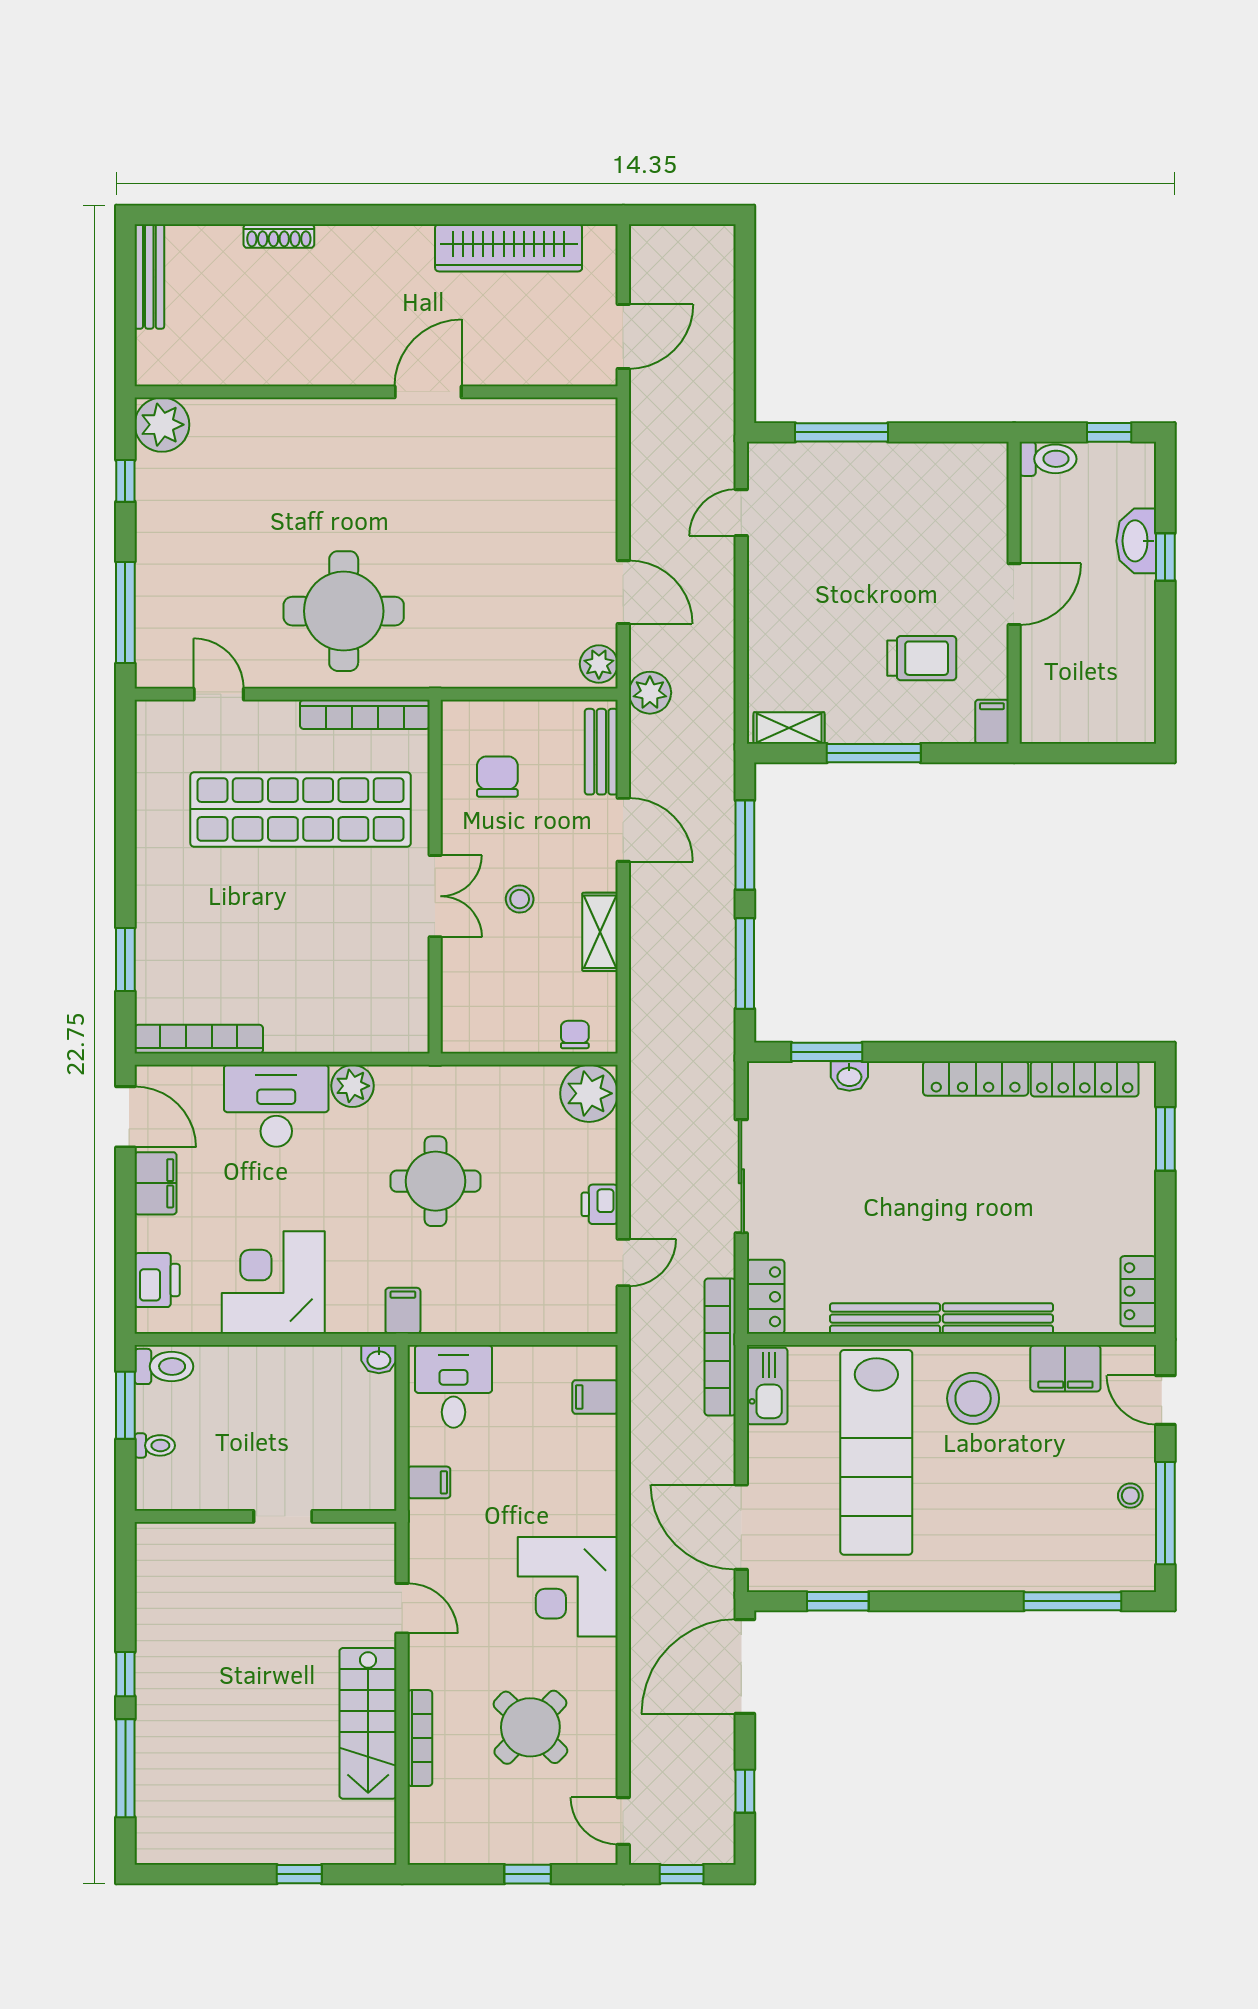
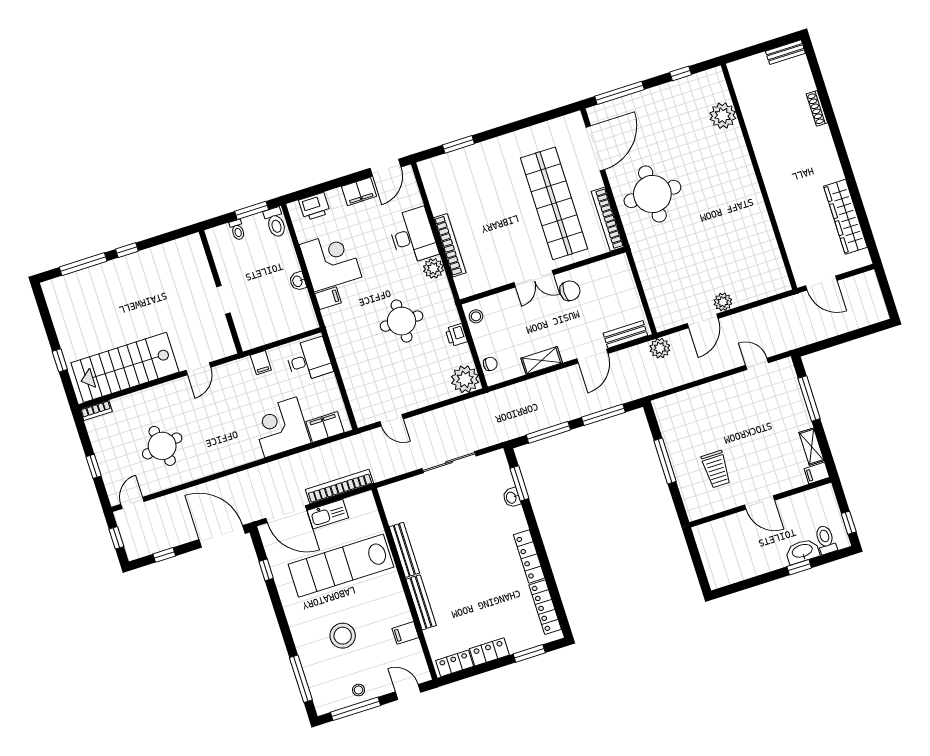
bench: (149, 276) -> (785, 52), width x0.73
door: (428, 392) -> (767, 201), removed
plant: (162, 425) -> (723, 116), moved
toilet: (1048, 459) -> (826, 540), moved, turned 180
plant: (599, 664) -> (723, 302), moved
door: (219, 694) -> (595, 148), width x1.87
filing cabinet: (992, 722) -> (817, 473), moved, turned 180
shelving: (789, 728) -> (812, 447), moved
chair: (497, 777) -> (570, 291), moved
stool: (520, 899) -> (476, 316), moved
bookcase: (199, 1039) -> (450, 245), moved
printer: (600, 1204) -> (456, 335), moved, turned -90
locker: (766, 1297) -> (489, 652), moved, turned 180
filing cabinet: (403, 1311) -> (328, 298), moved
bookcase: (720, 1347) -> (339, 486), moved
washbasin: (379, 1359) -> (298, 281), moved
filing cabinet: (1065, 1368) -> (405, 633), width x0.50
kitchen sink: (767, 1386) -> (328, 514), moved
filing cabinet: (595, 1397) -> (325, 427), width x2.00
stool: (973, 1398) -> (343, 636), moved
door: (1165, 1400) -> (408, 692), hinge flipped
door: (741, 1527) -> (286, 514), swing flipped
corner desk: (568, 1587) -> (281, 427), moved
window: (838, 1601) -> (266, 570), width x0.67
stairs: (368, 1723) -> (125, 367), width x1.36, depth x1.51
round table: (530, 1727) -> (162, 446), turned 35
bookcase: (420, 1738) -> (96, 410), moved, width x0.64

